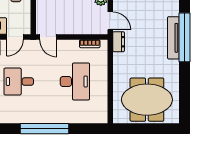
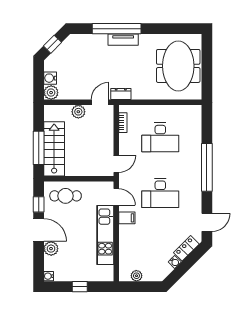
tv unit: (173, 38) -> (123, 40), width x0.71
desk: (19, 82) -> (160, 193), width x1.37
desk: (75, 82) -> (160, 137), turned 180

